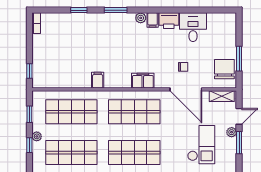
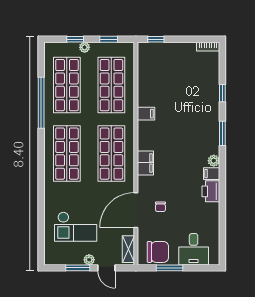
desk: (193, 27) -> (194, 249), moved, turned 90

